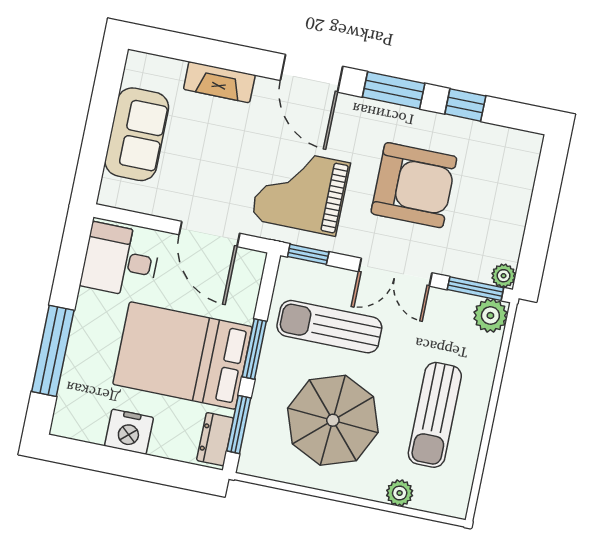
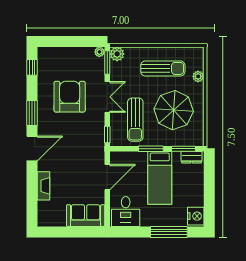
window: (465, 105) -> (32, 67), moved
sofa: (137, 134) -> (86, 216), moved
grand piano: (301, 191) -> (82, 143), removed
bed: (183, 356) -> (160, 178), width x0.67
nightstand: (129, 432) -> (196, 216), moved

